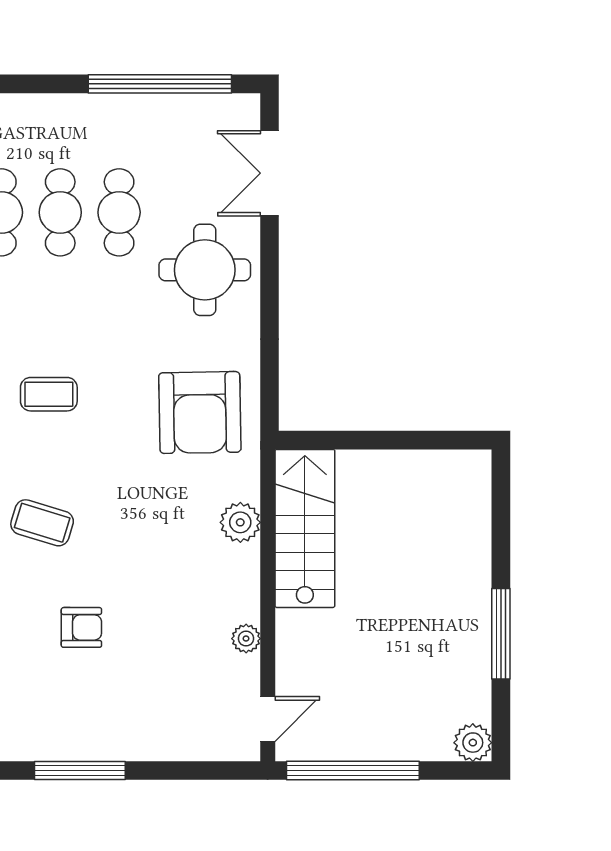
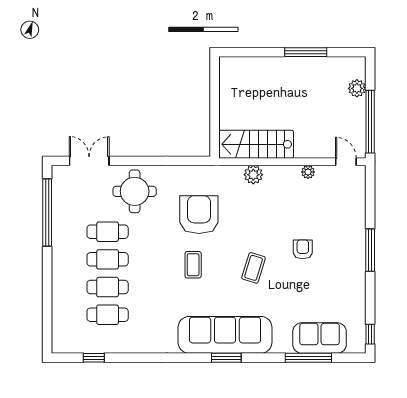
double door: (269, 173) -> (89, 161), swing flipped
armchair: (200, 412) -> (199, 215), moved, turned -89
plant: (473, 743) -> (357, 88), moved

